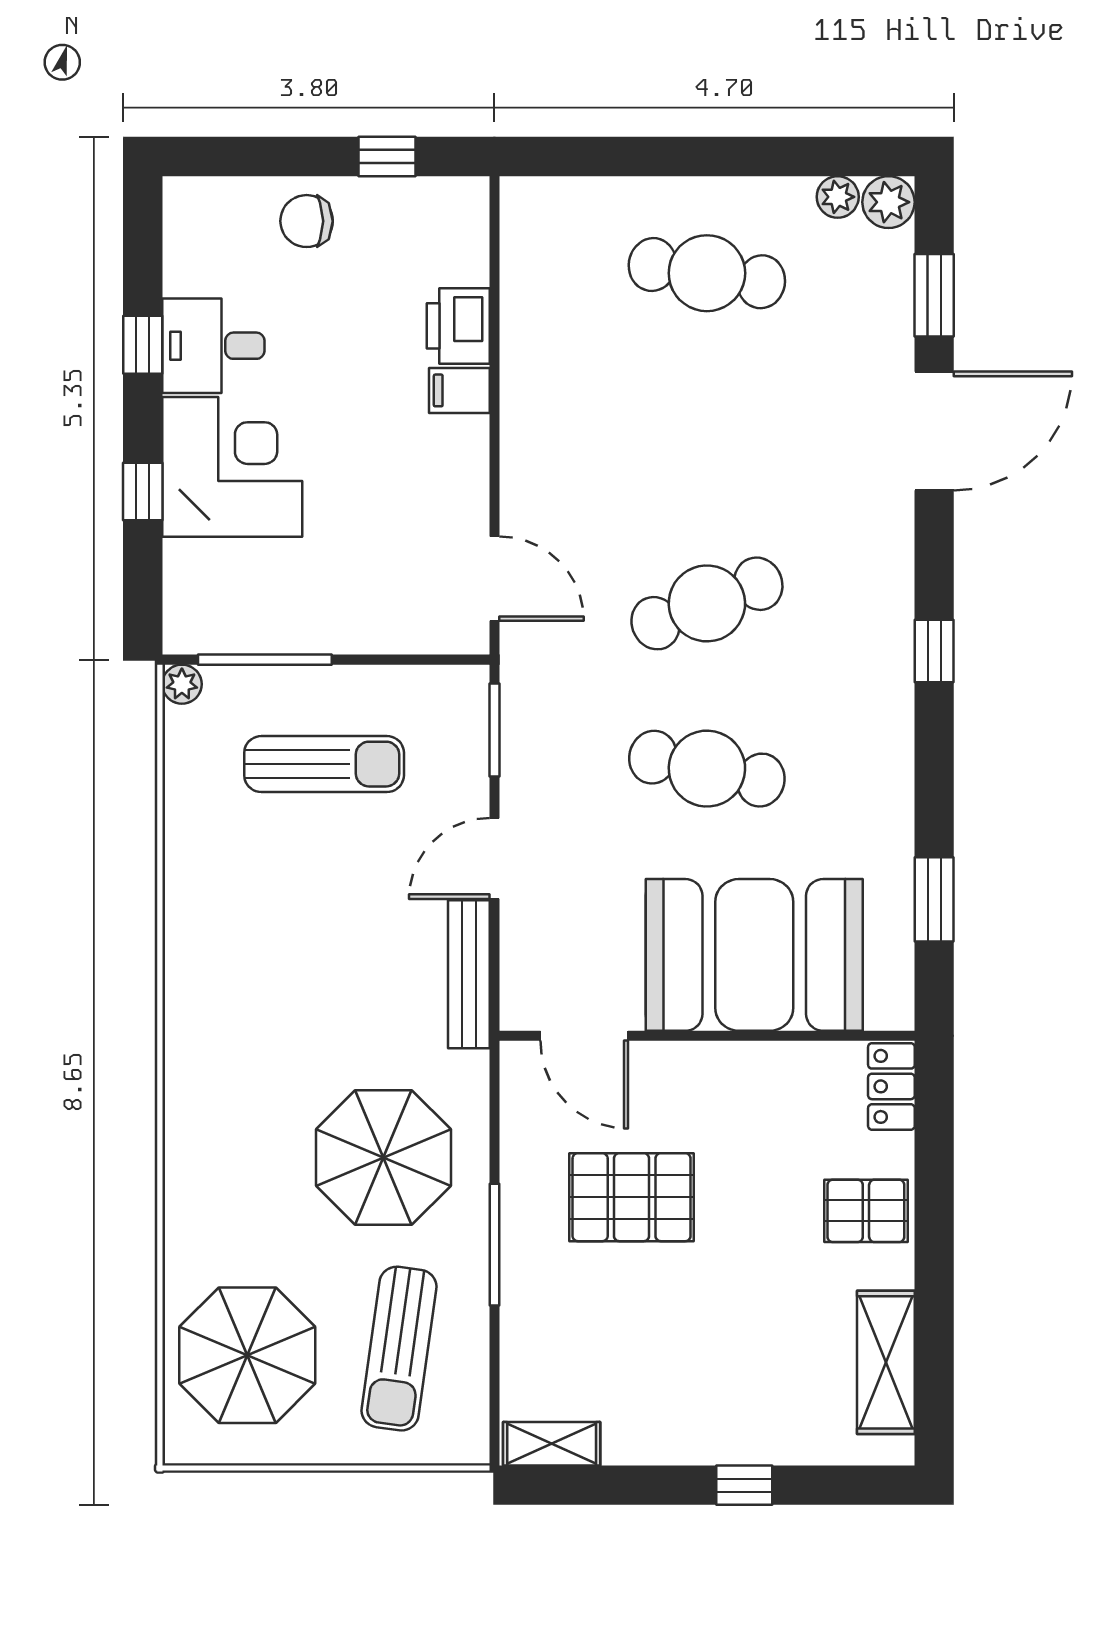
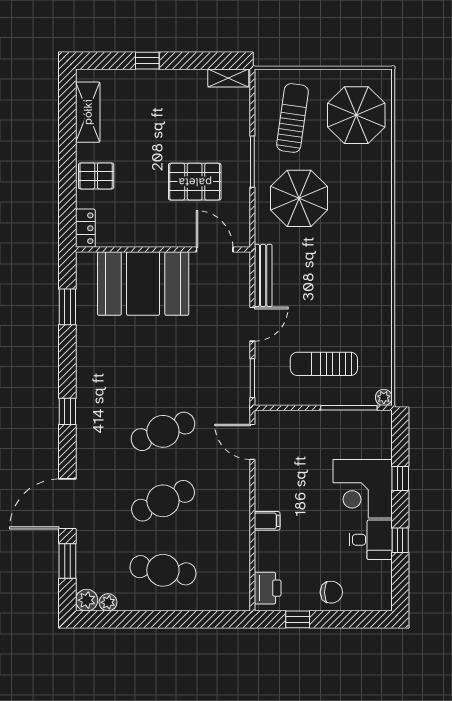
printer: (458, 326) -> (268, 588), moved
cafe table: (707, 769) -> (163, 501), moved, turned -36

